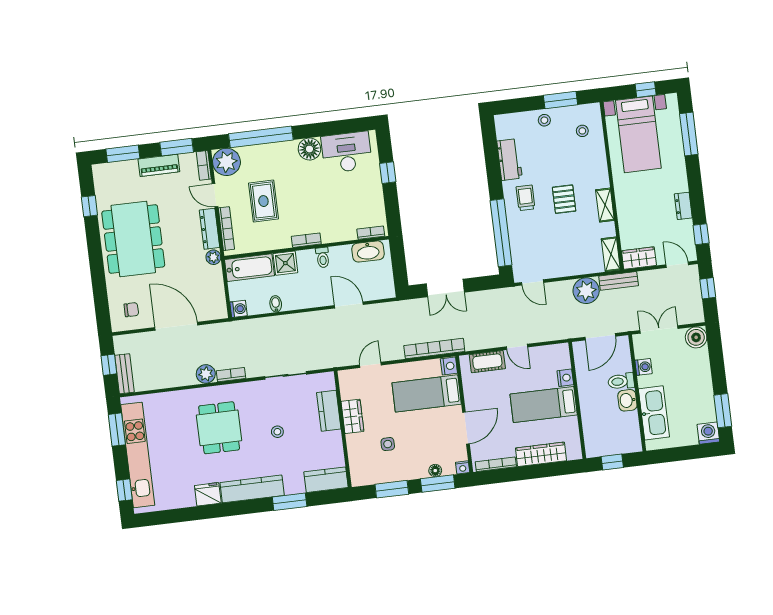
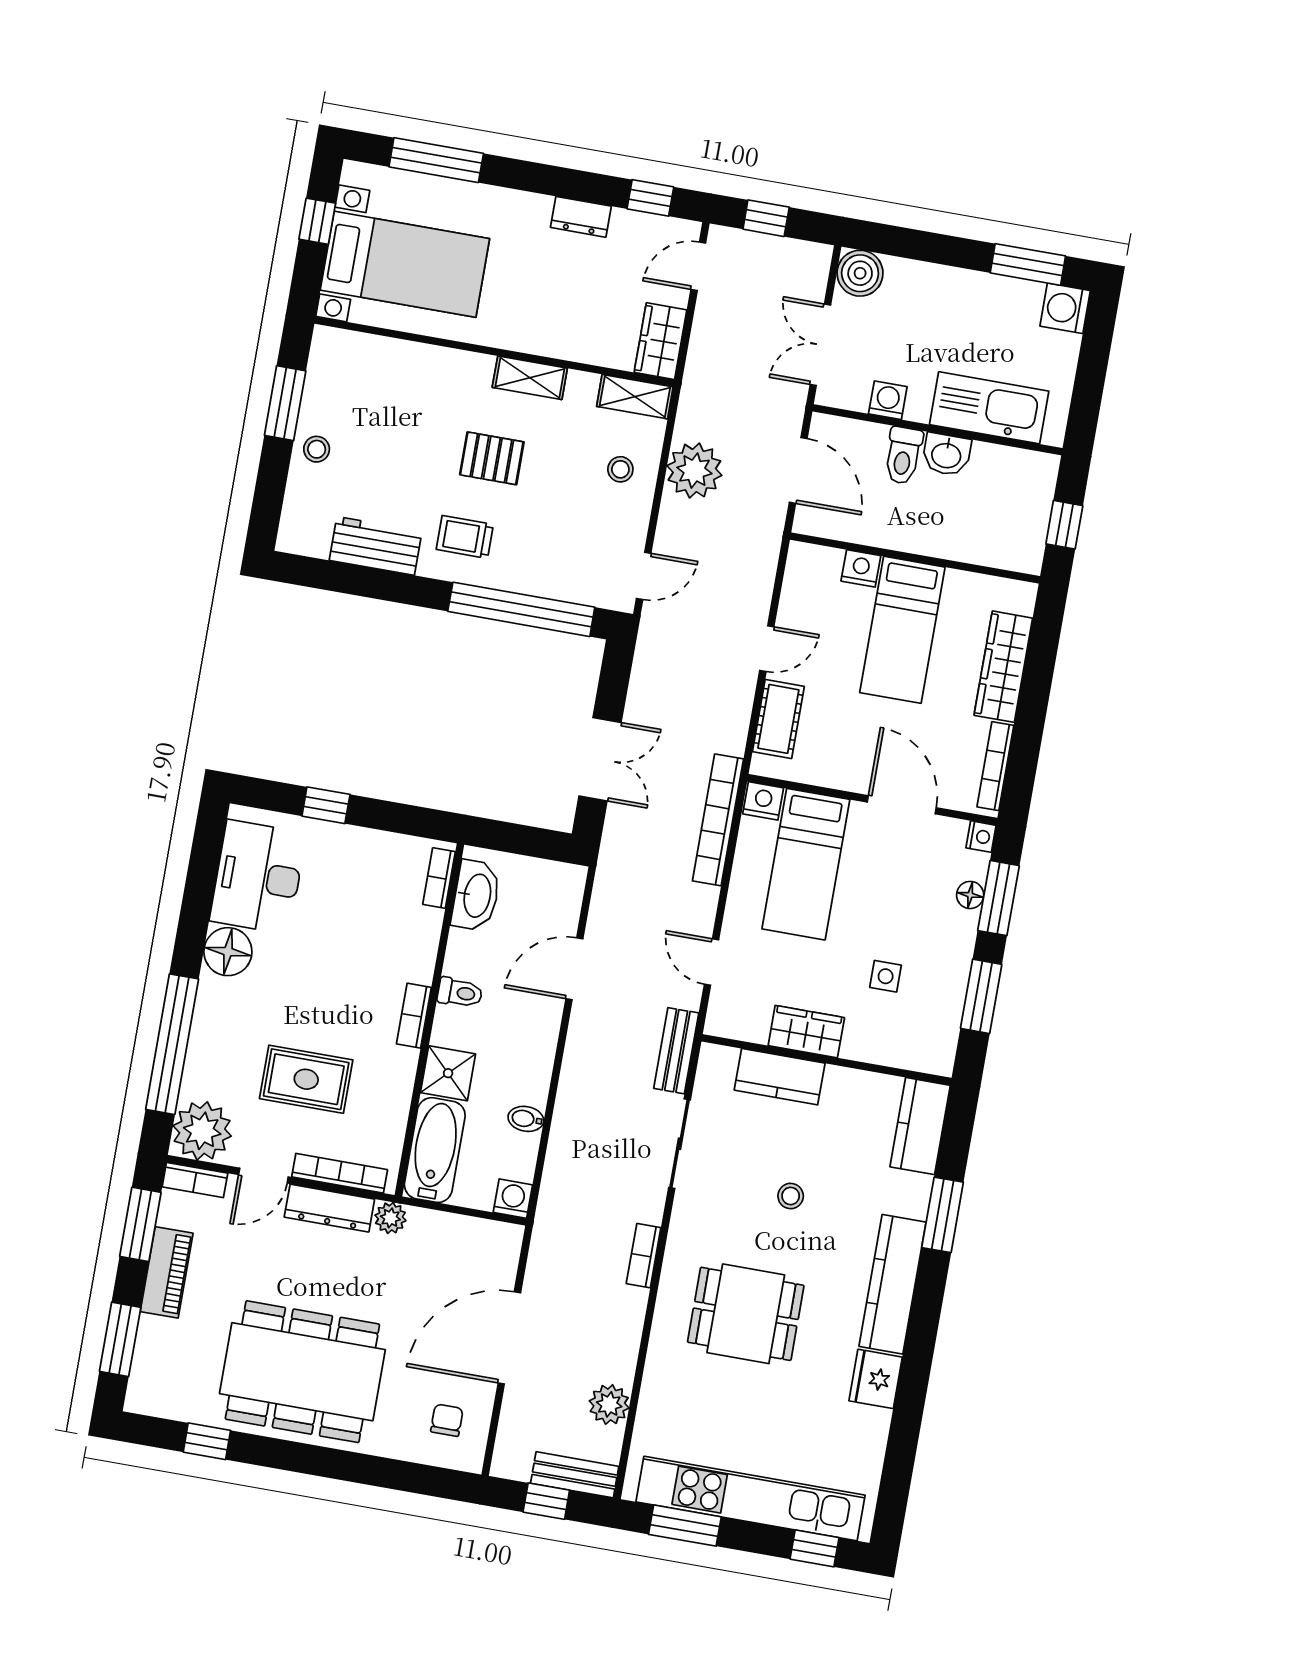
stool: (582, 131) -> (620, 469), moved
bench: (619, 281) -> (676, 1051), moved
plant: (206, 374) -> (609, 1404), moved

